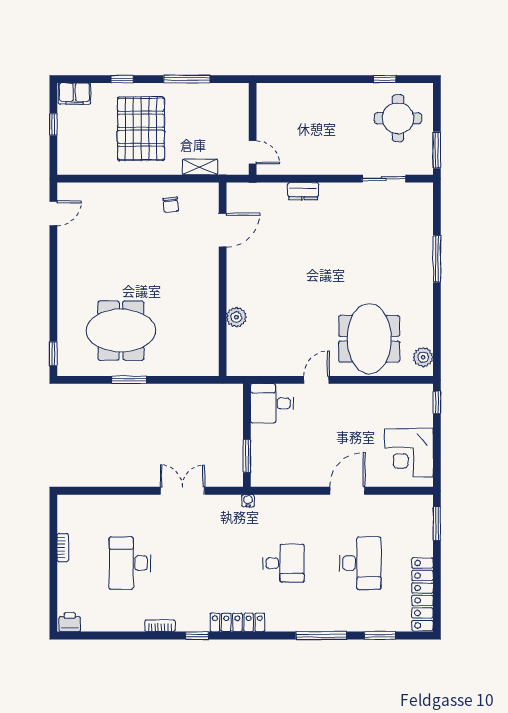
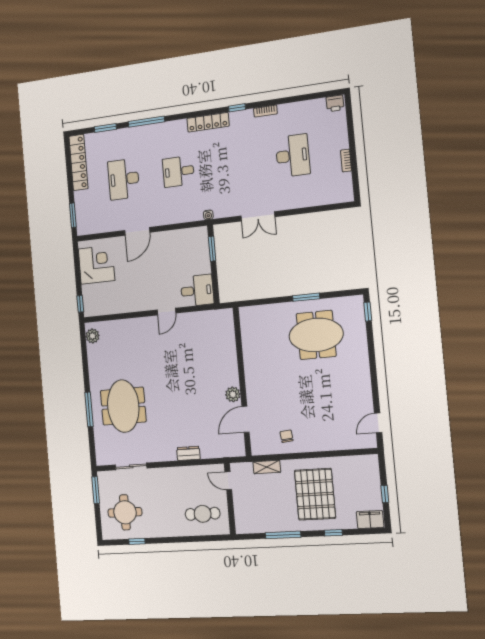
cafe table: (291, 111) -> (203, 514), added
plant: (236, 317) -> (233, 394), moved
meeting table: (369, 339) -> (123, 406), moved

